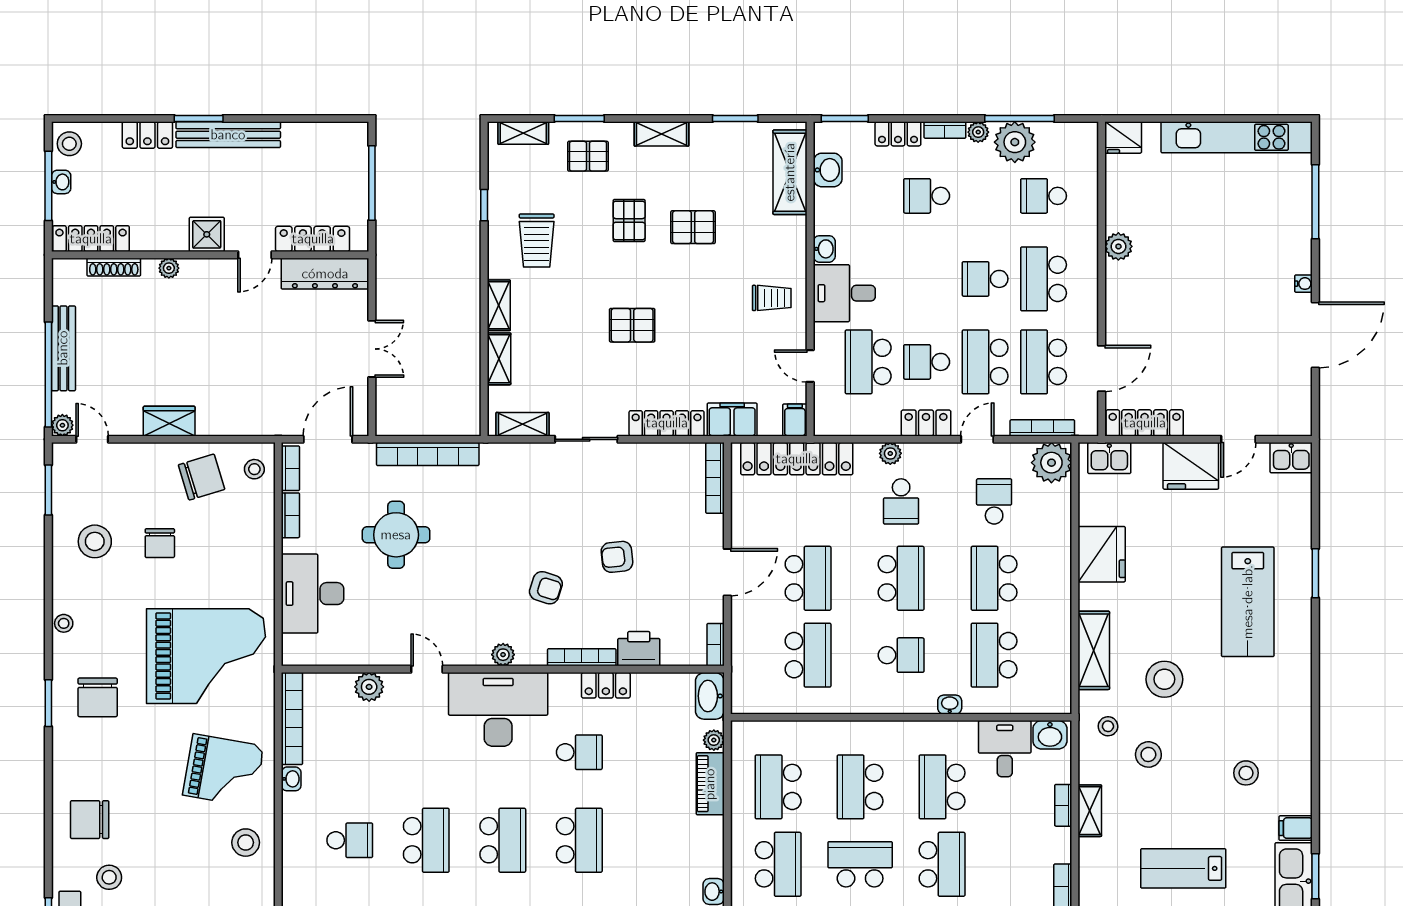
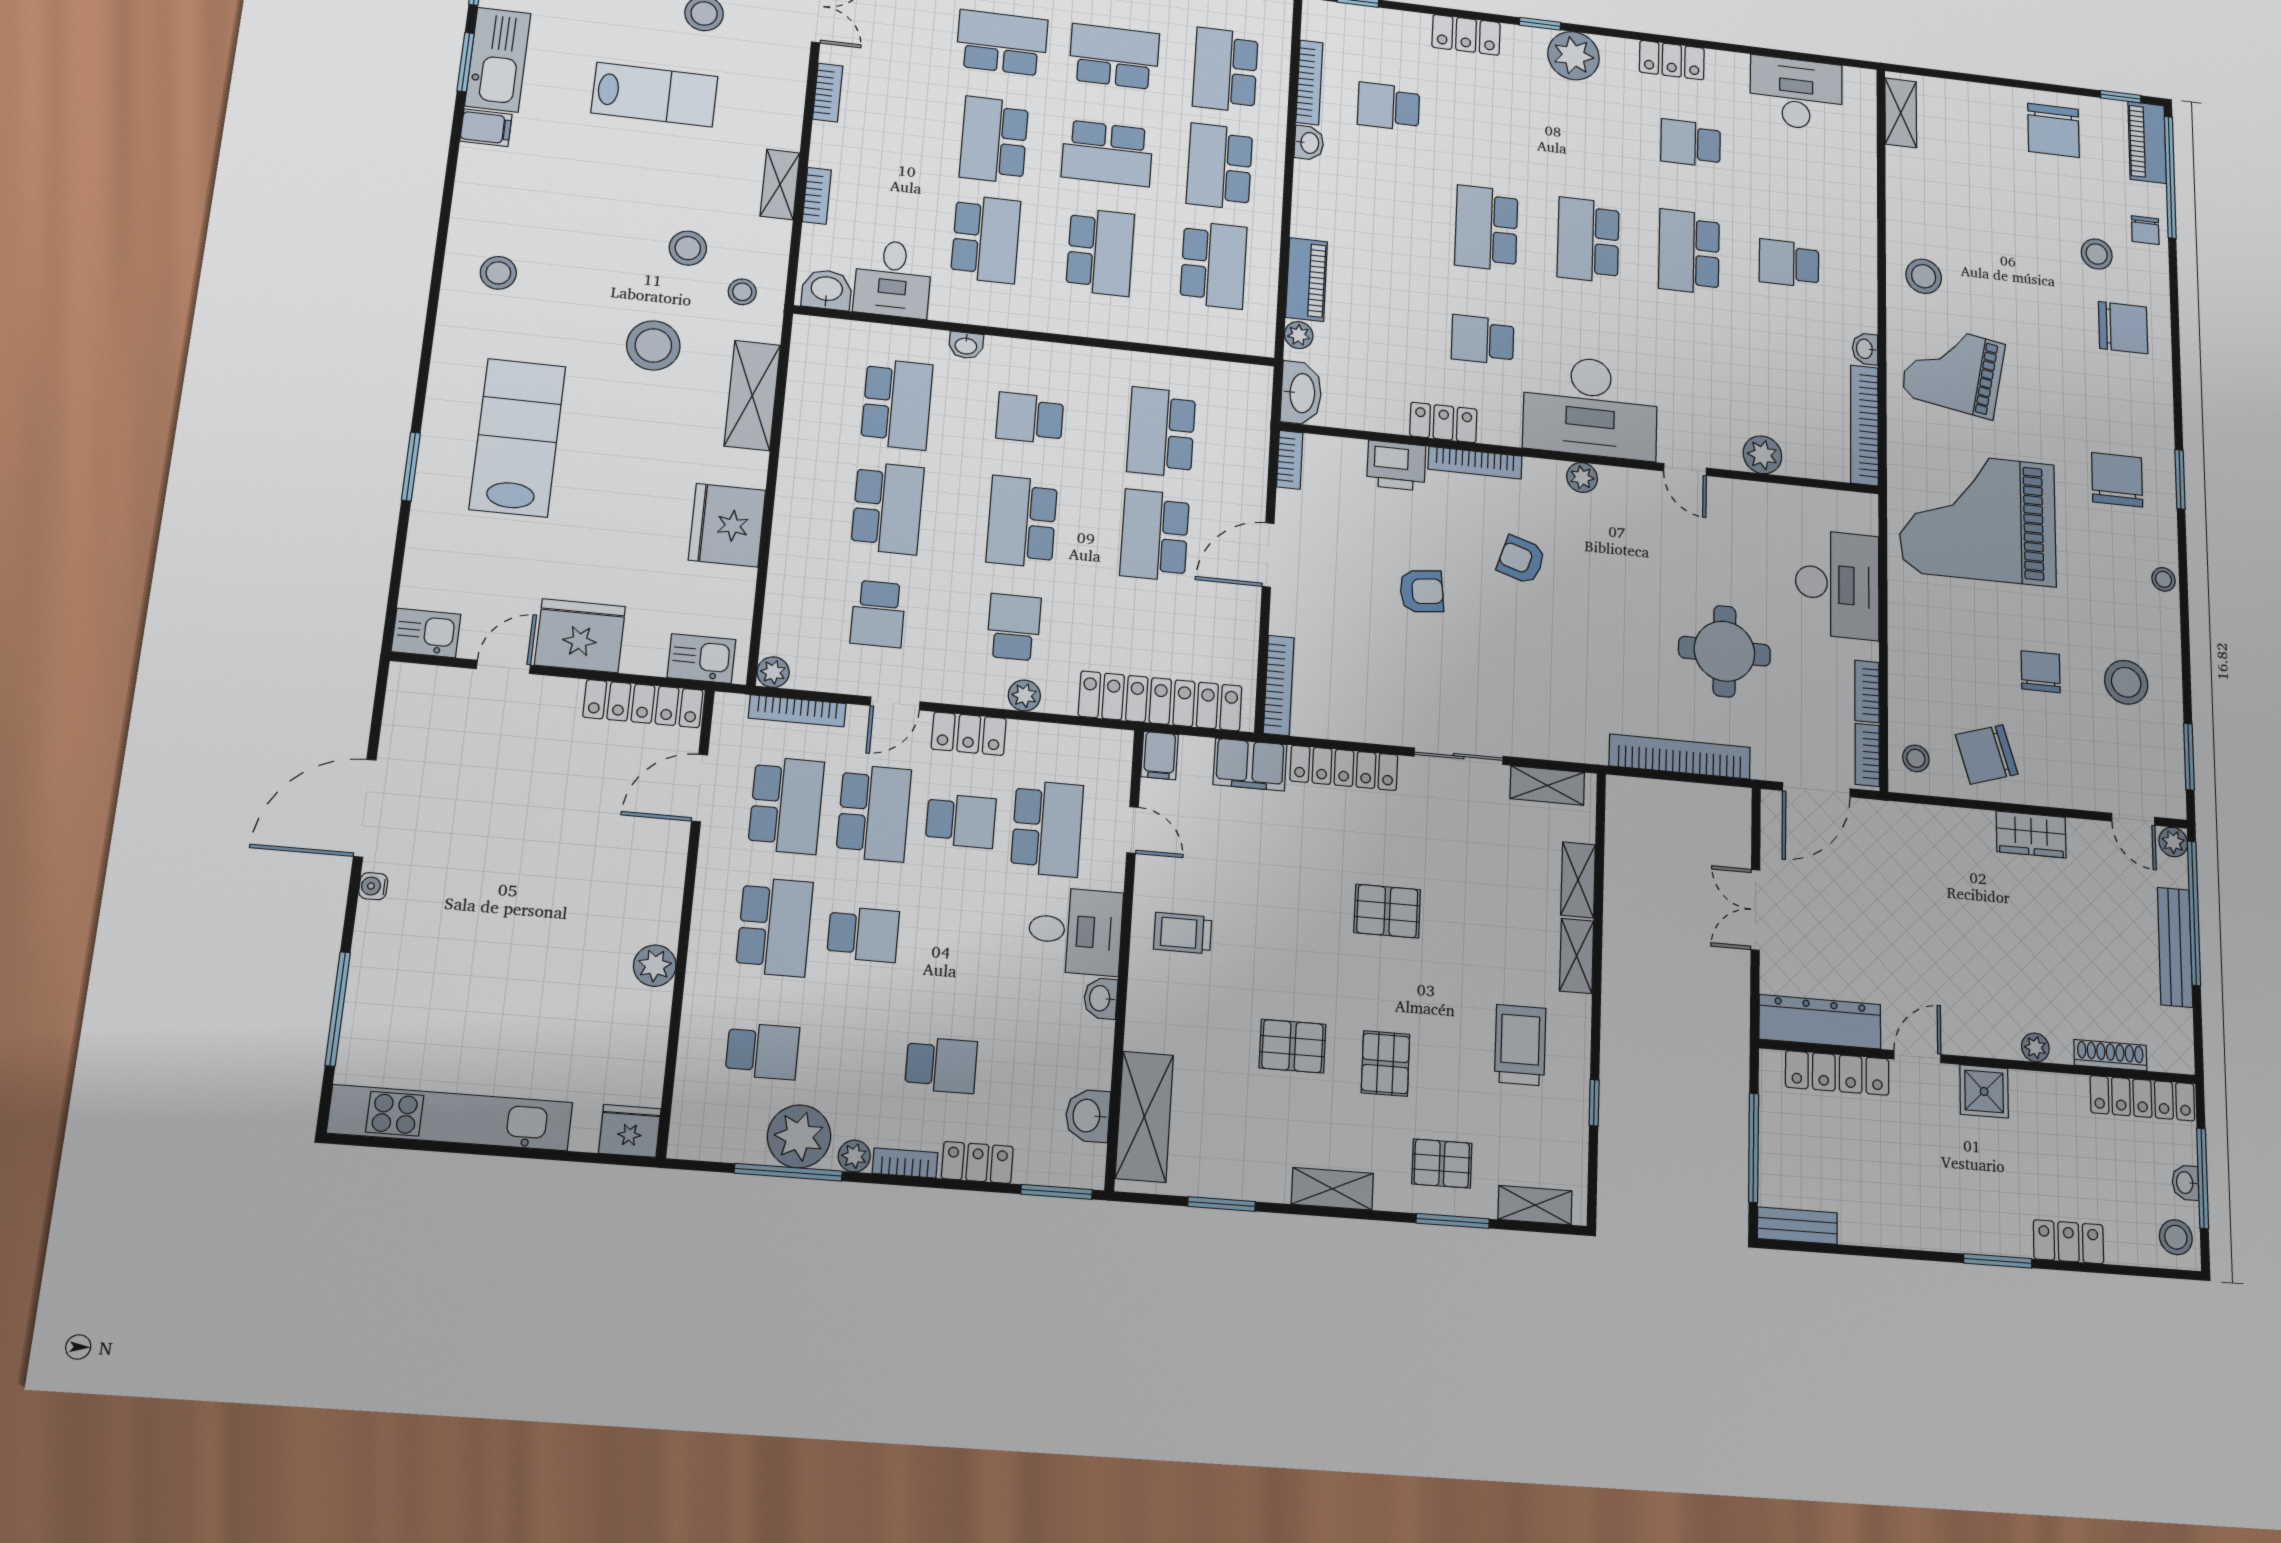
bench: (228, 135) -> (1797, 1226), moved, width x0.54, depth x0.82
plant: (1051, 463) -> (773, 672), width x0.53, depth x0.53
stool: (1246, 773) -> (498, 273), moved

